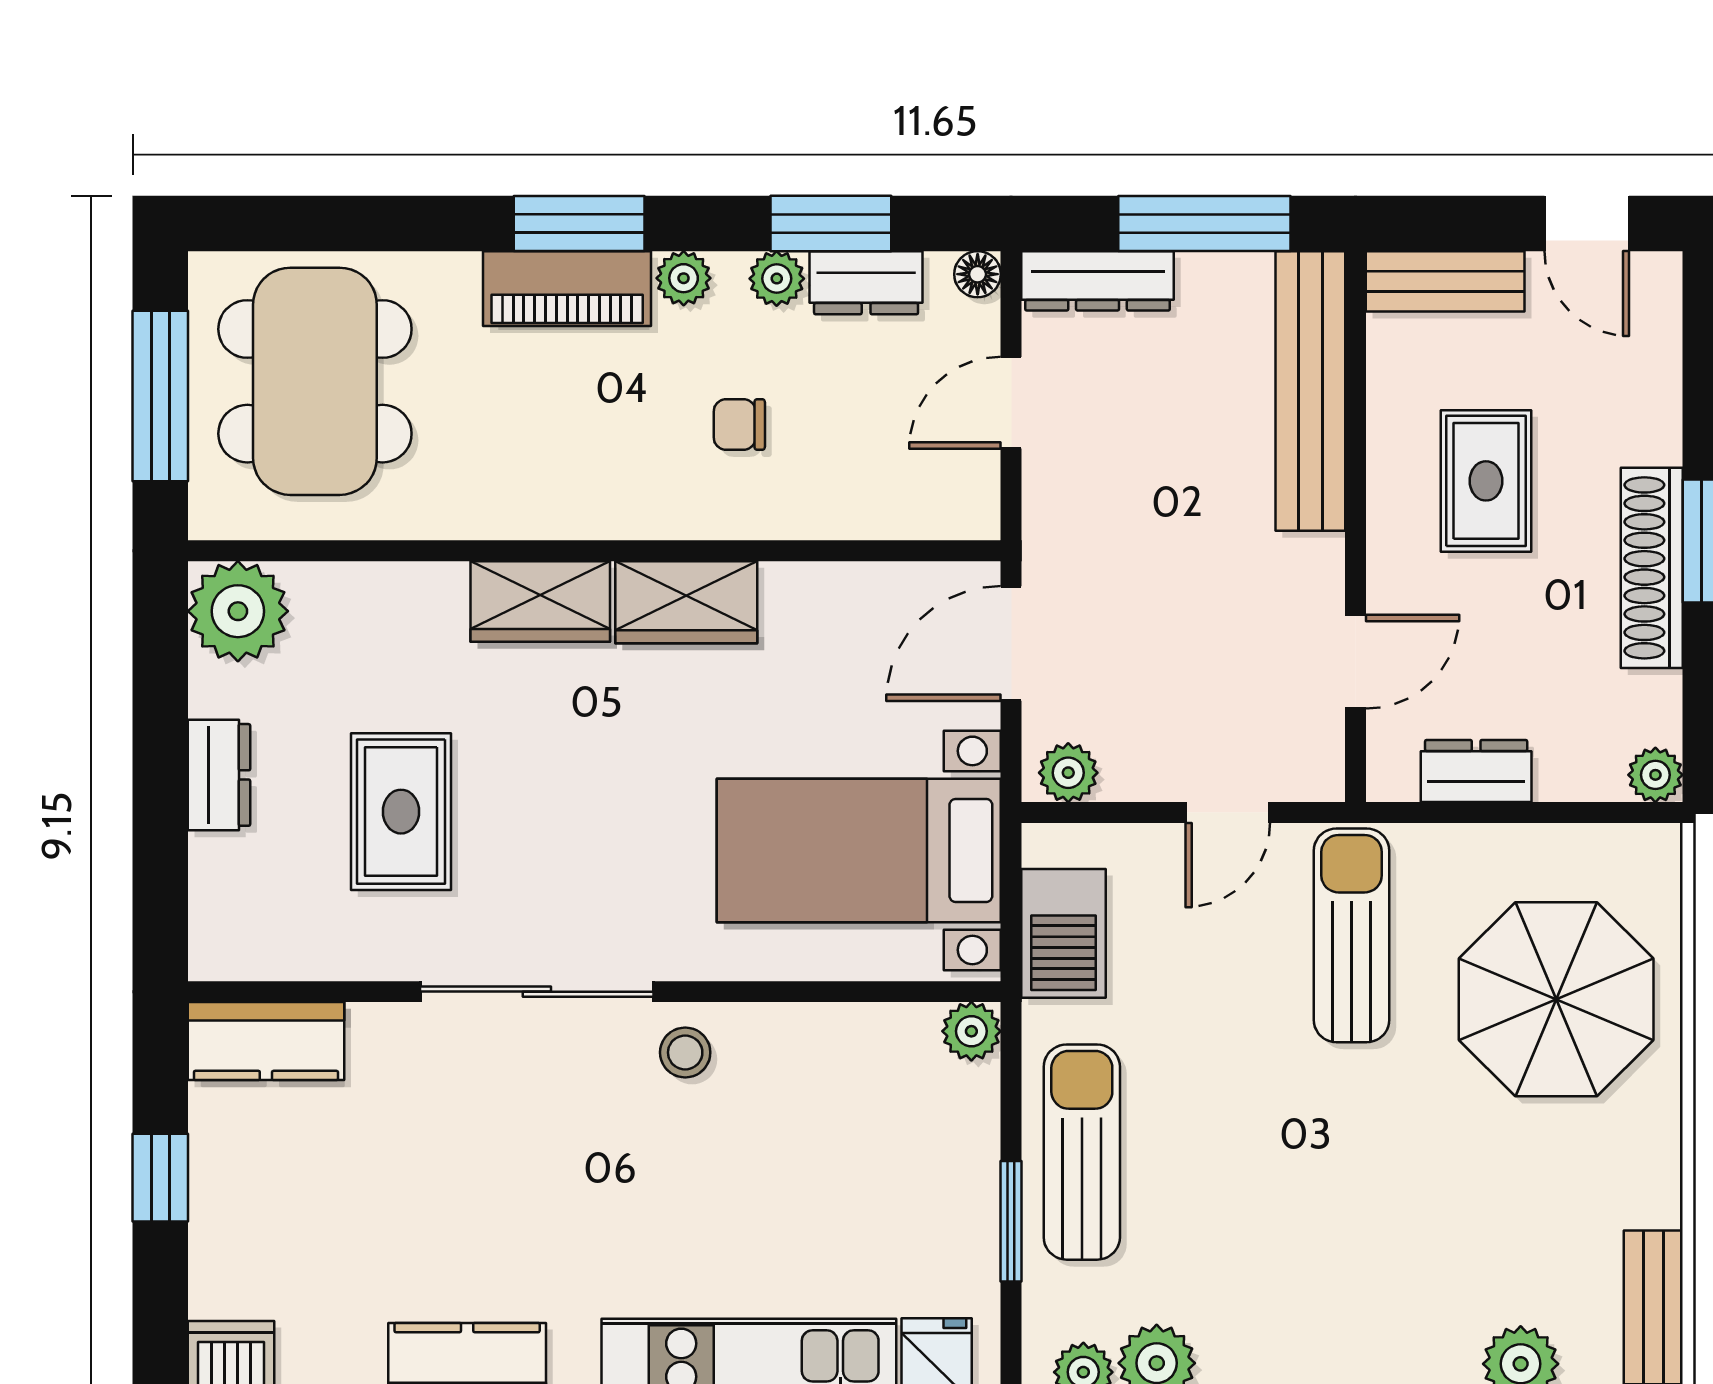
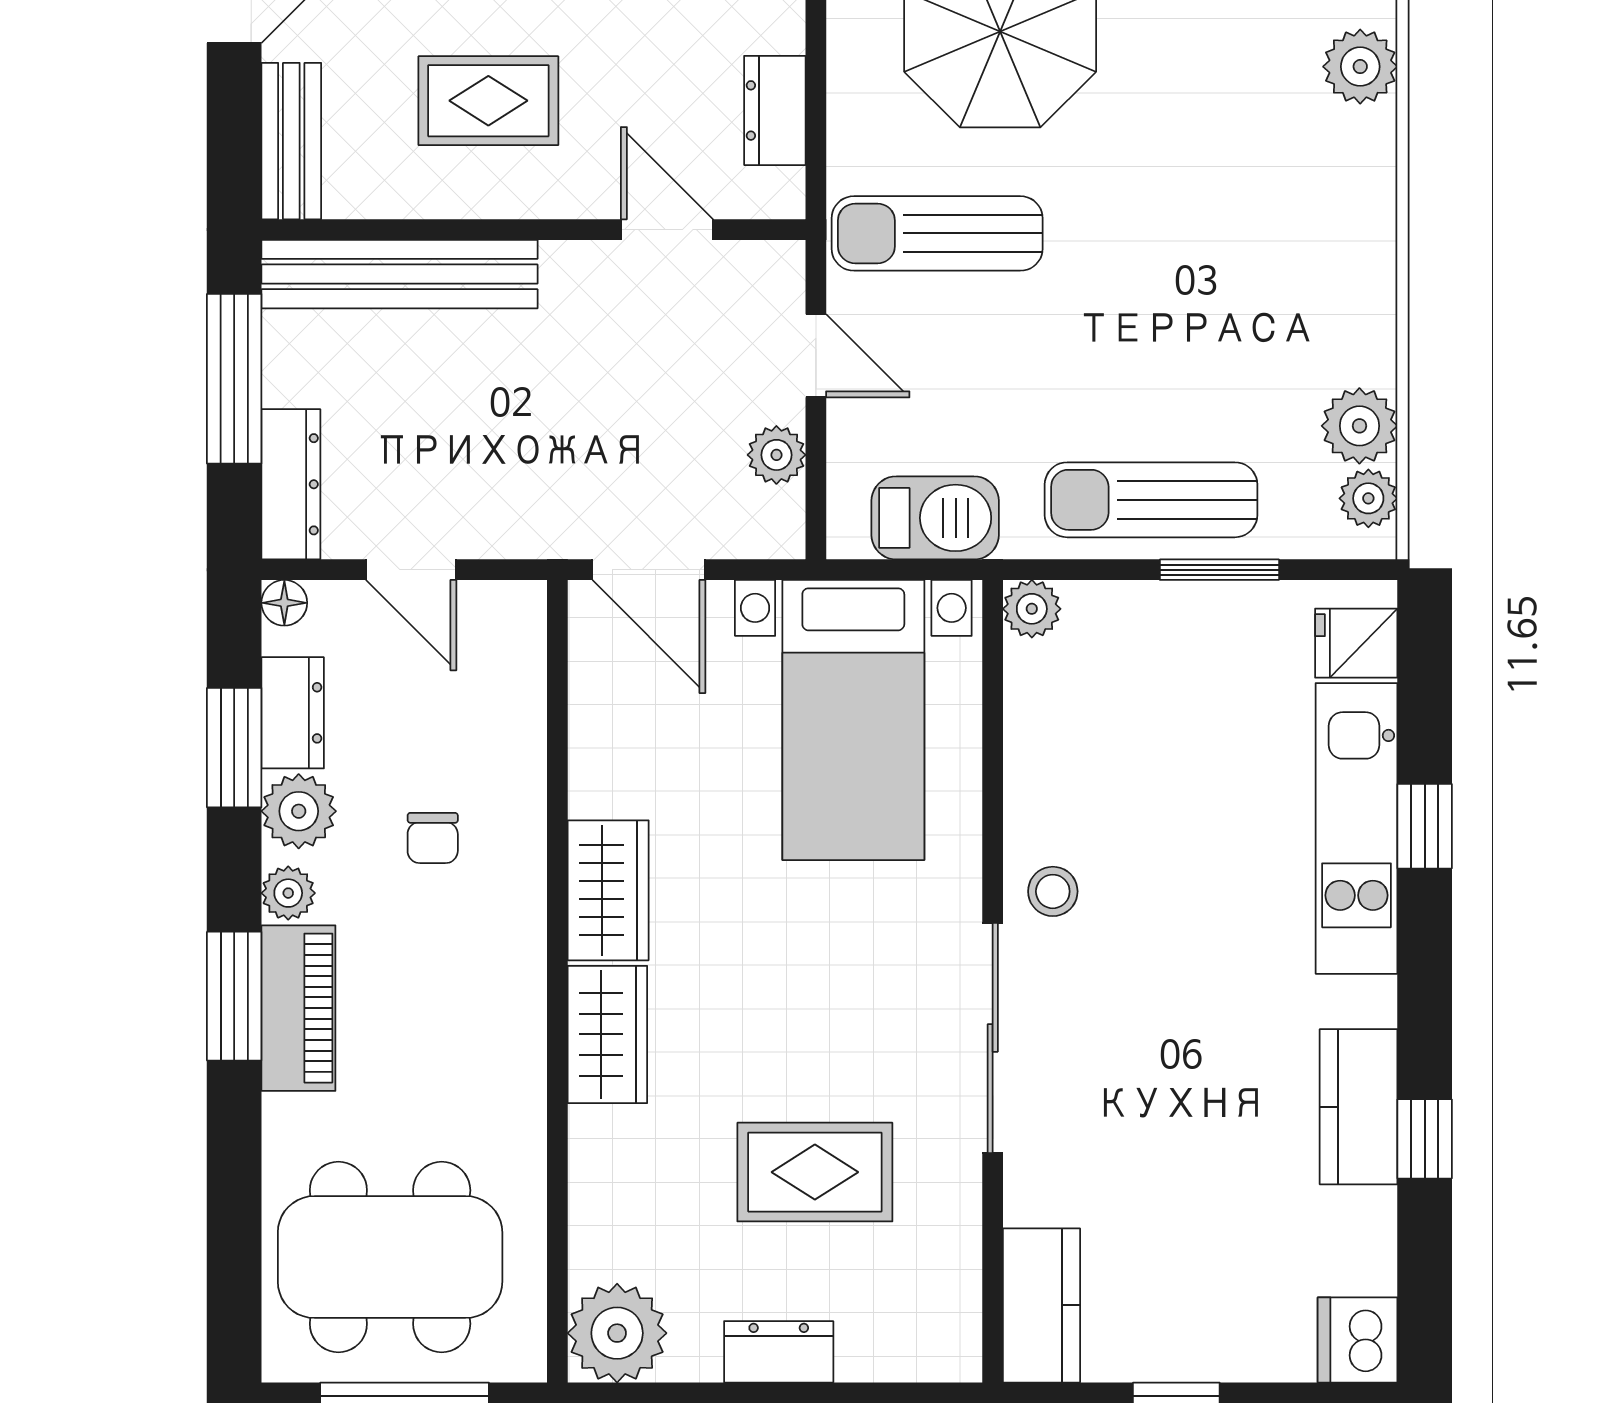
plant: (777, 279) -> (299, 811), width x1.38, depth x1.38
plant: (1068, 773) -> (776, 455), moved

